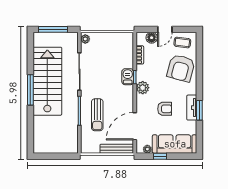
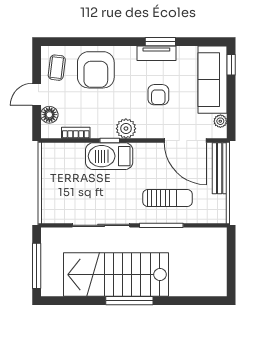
door: (165, 29) -> (37, 94), swing flipped
plant: (85, 39) -> (51, 216), removed
armchair: (181, 68) -> (96, 70), turned 75
barbecue: (128, 77) -> (109, 156), width x1.88, depth x1.53
armchair: (165, 109) -> (158, 95), turned 180
window: (160, 156) -> (231, 65), moved

